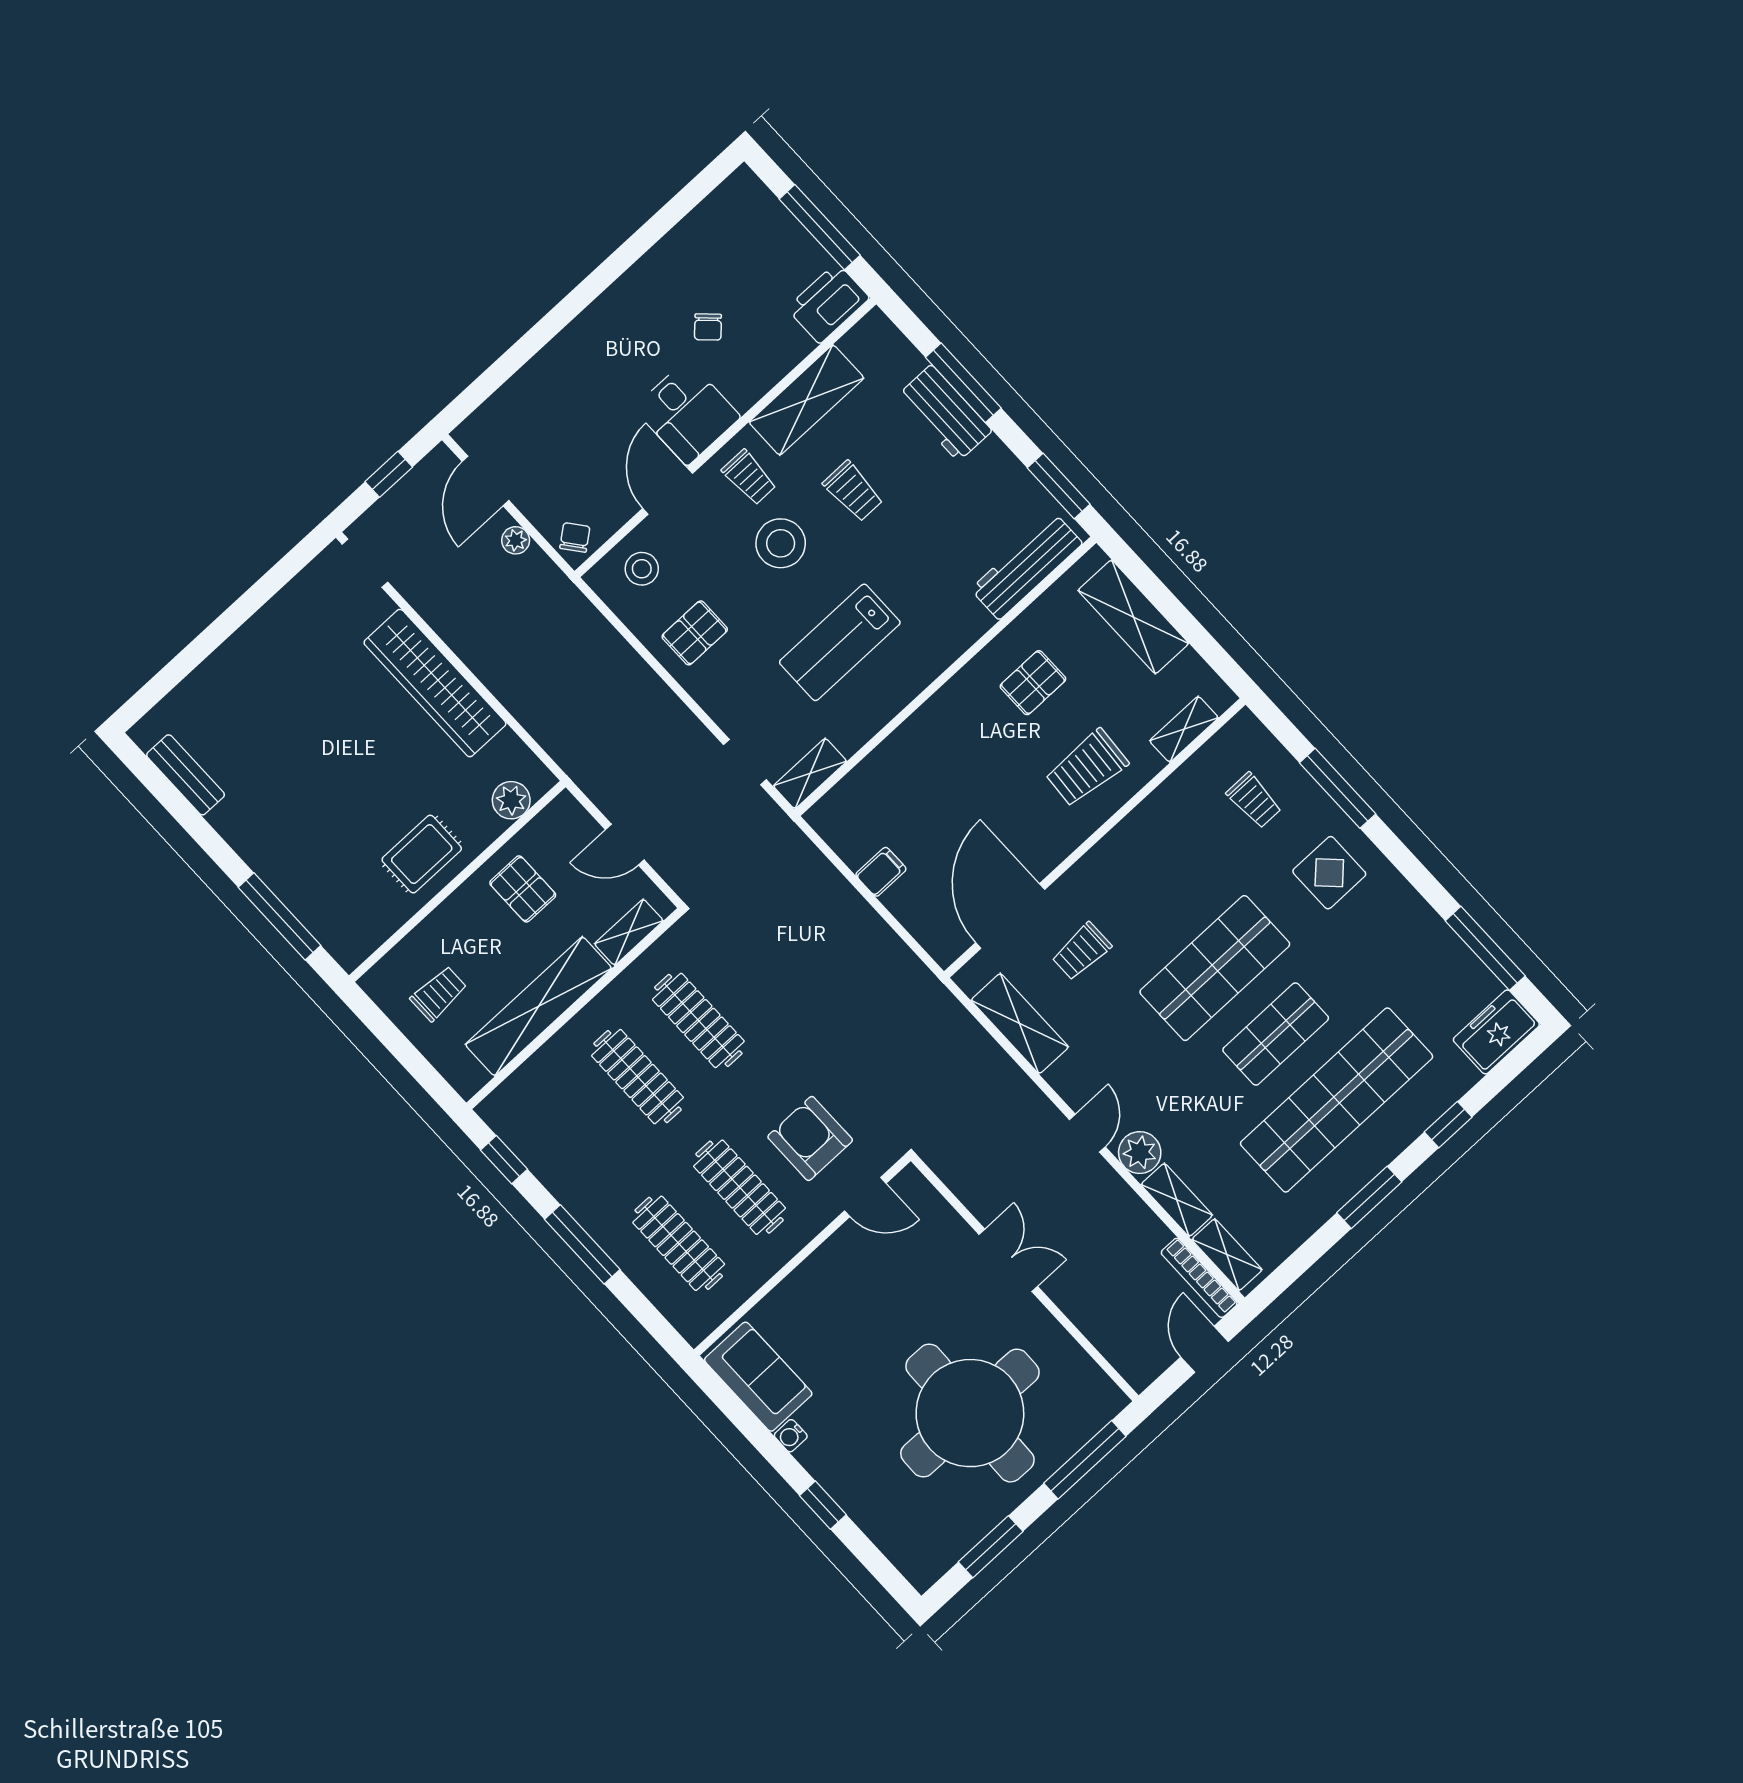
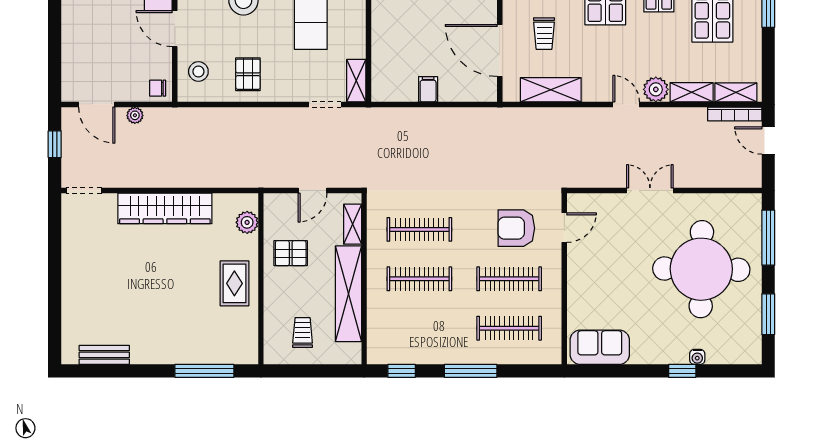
chair: (575, 537) -> (158, 88), turned -52
water cooler: (791, 1436) -> (697, 357), moved

